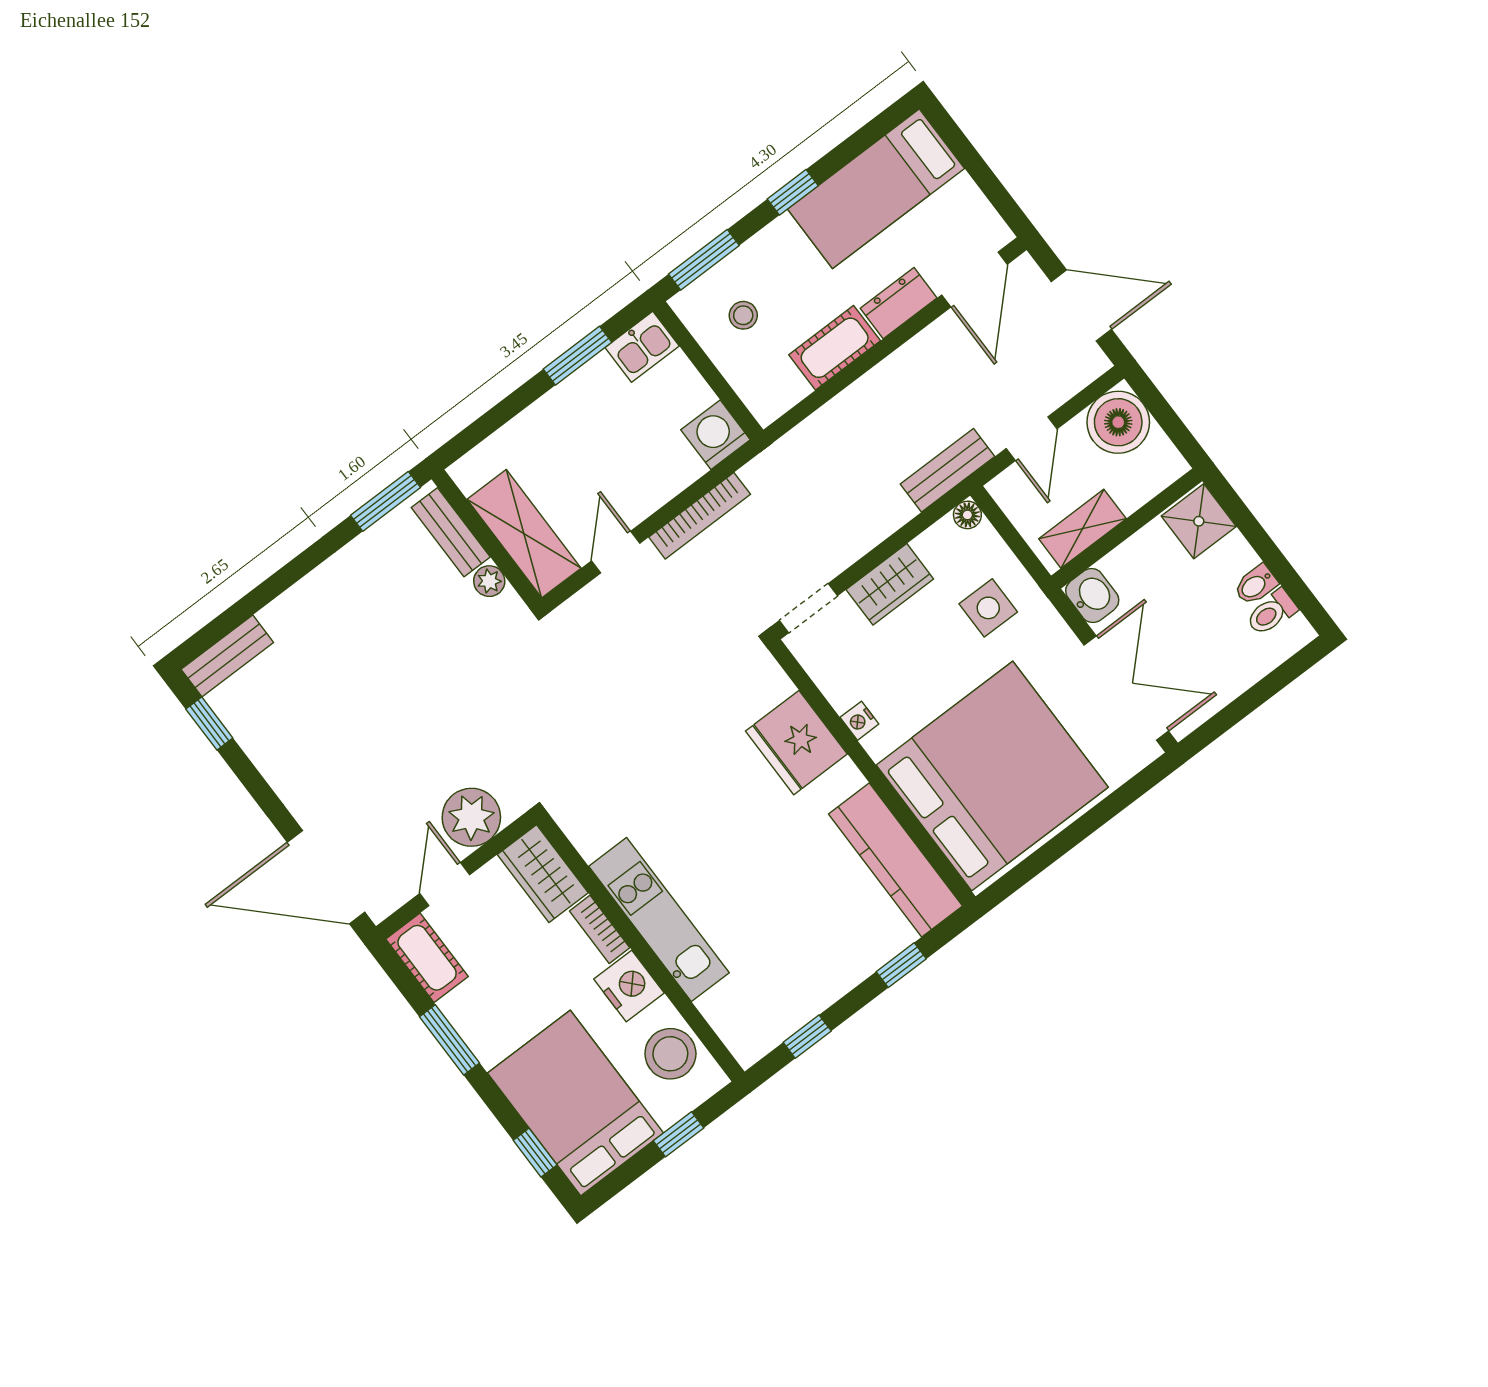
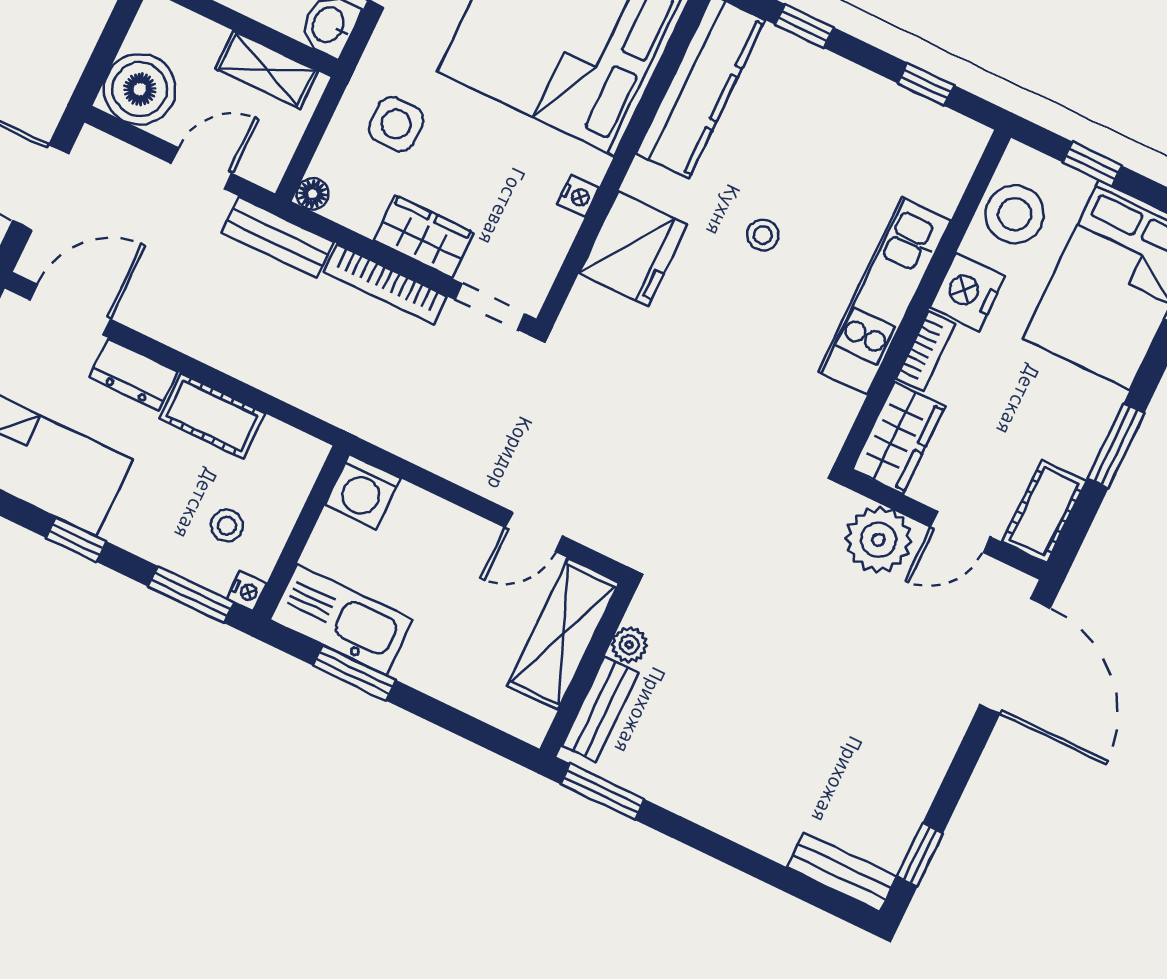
nightstand: (684, 304) -> (247, 591), added
kitchen sink: (642, 347) -> (341, 619), width x1.87, depth x1.24
bookcase: (700, 516) -> (386, 284), moved, turned 180
stool: (755, 849) -> (763, 235), added

